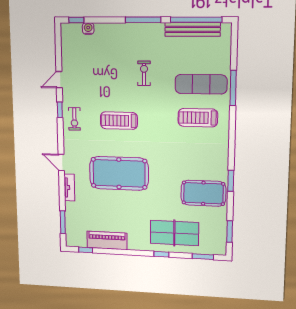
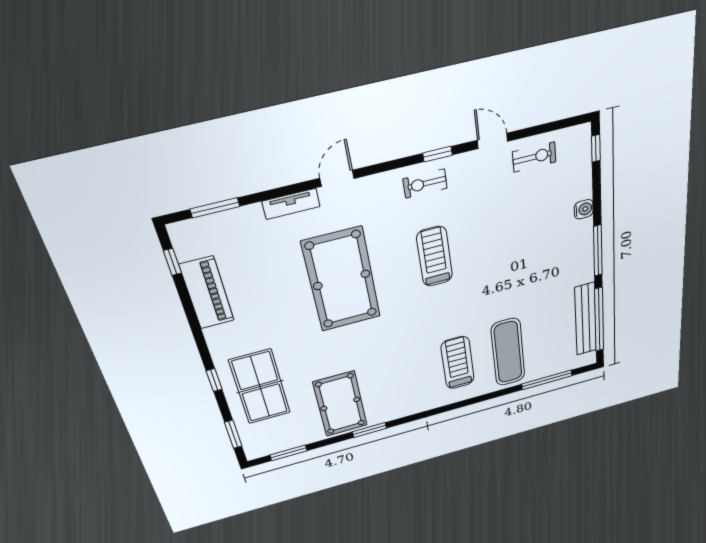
water cooler: (88, 29) -> (584, 209), moved
exercise bike: (144, 73) -> (534, 157), moved
window: (233, 88) -> (547, 380), moved

